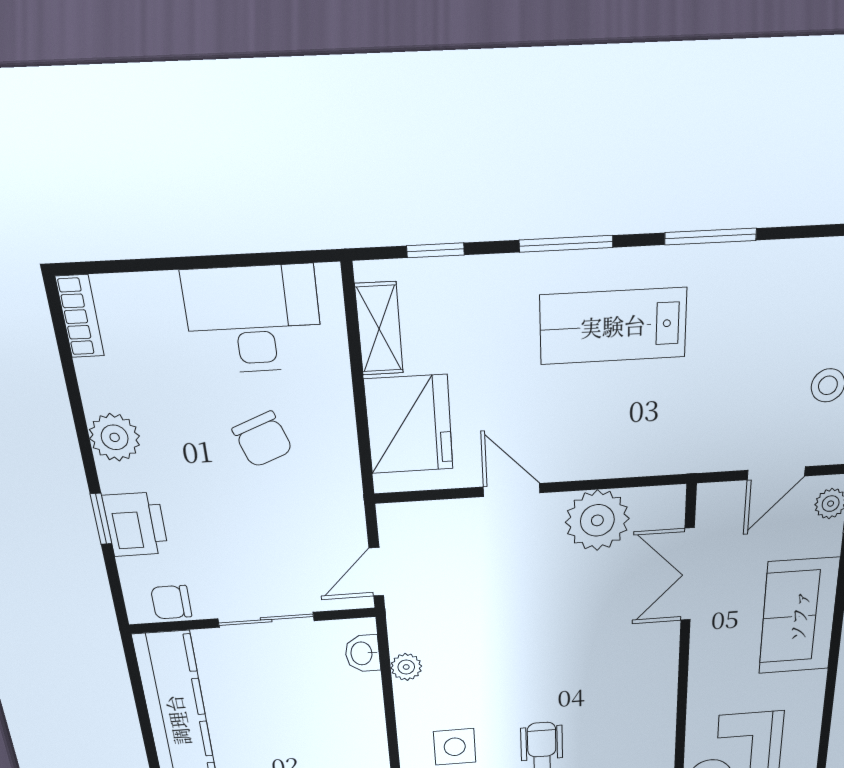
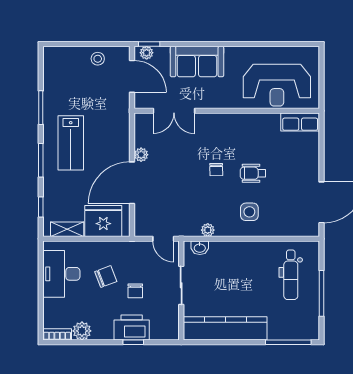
plant: (115, 437) -> (82, 331), moved
door: (776, 473) -> (132, 76), width x1.38
door: (512, 490) -> (132, 183), width x1.88
plant: (597, 520) -> (141, 155), width x0.53, depth x0.53
printer: (136, 524) -> (132, 327), width x1.37, depth x1.19
chair: (171, 602) -> (135, 291), moved
chair: (548, 674) -> (216, 170), added

